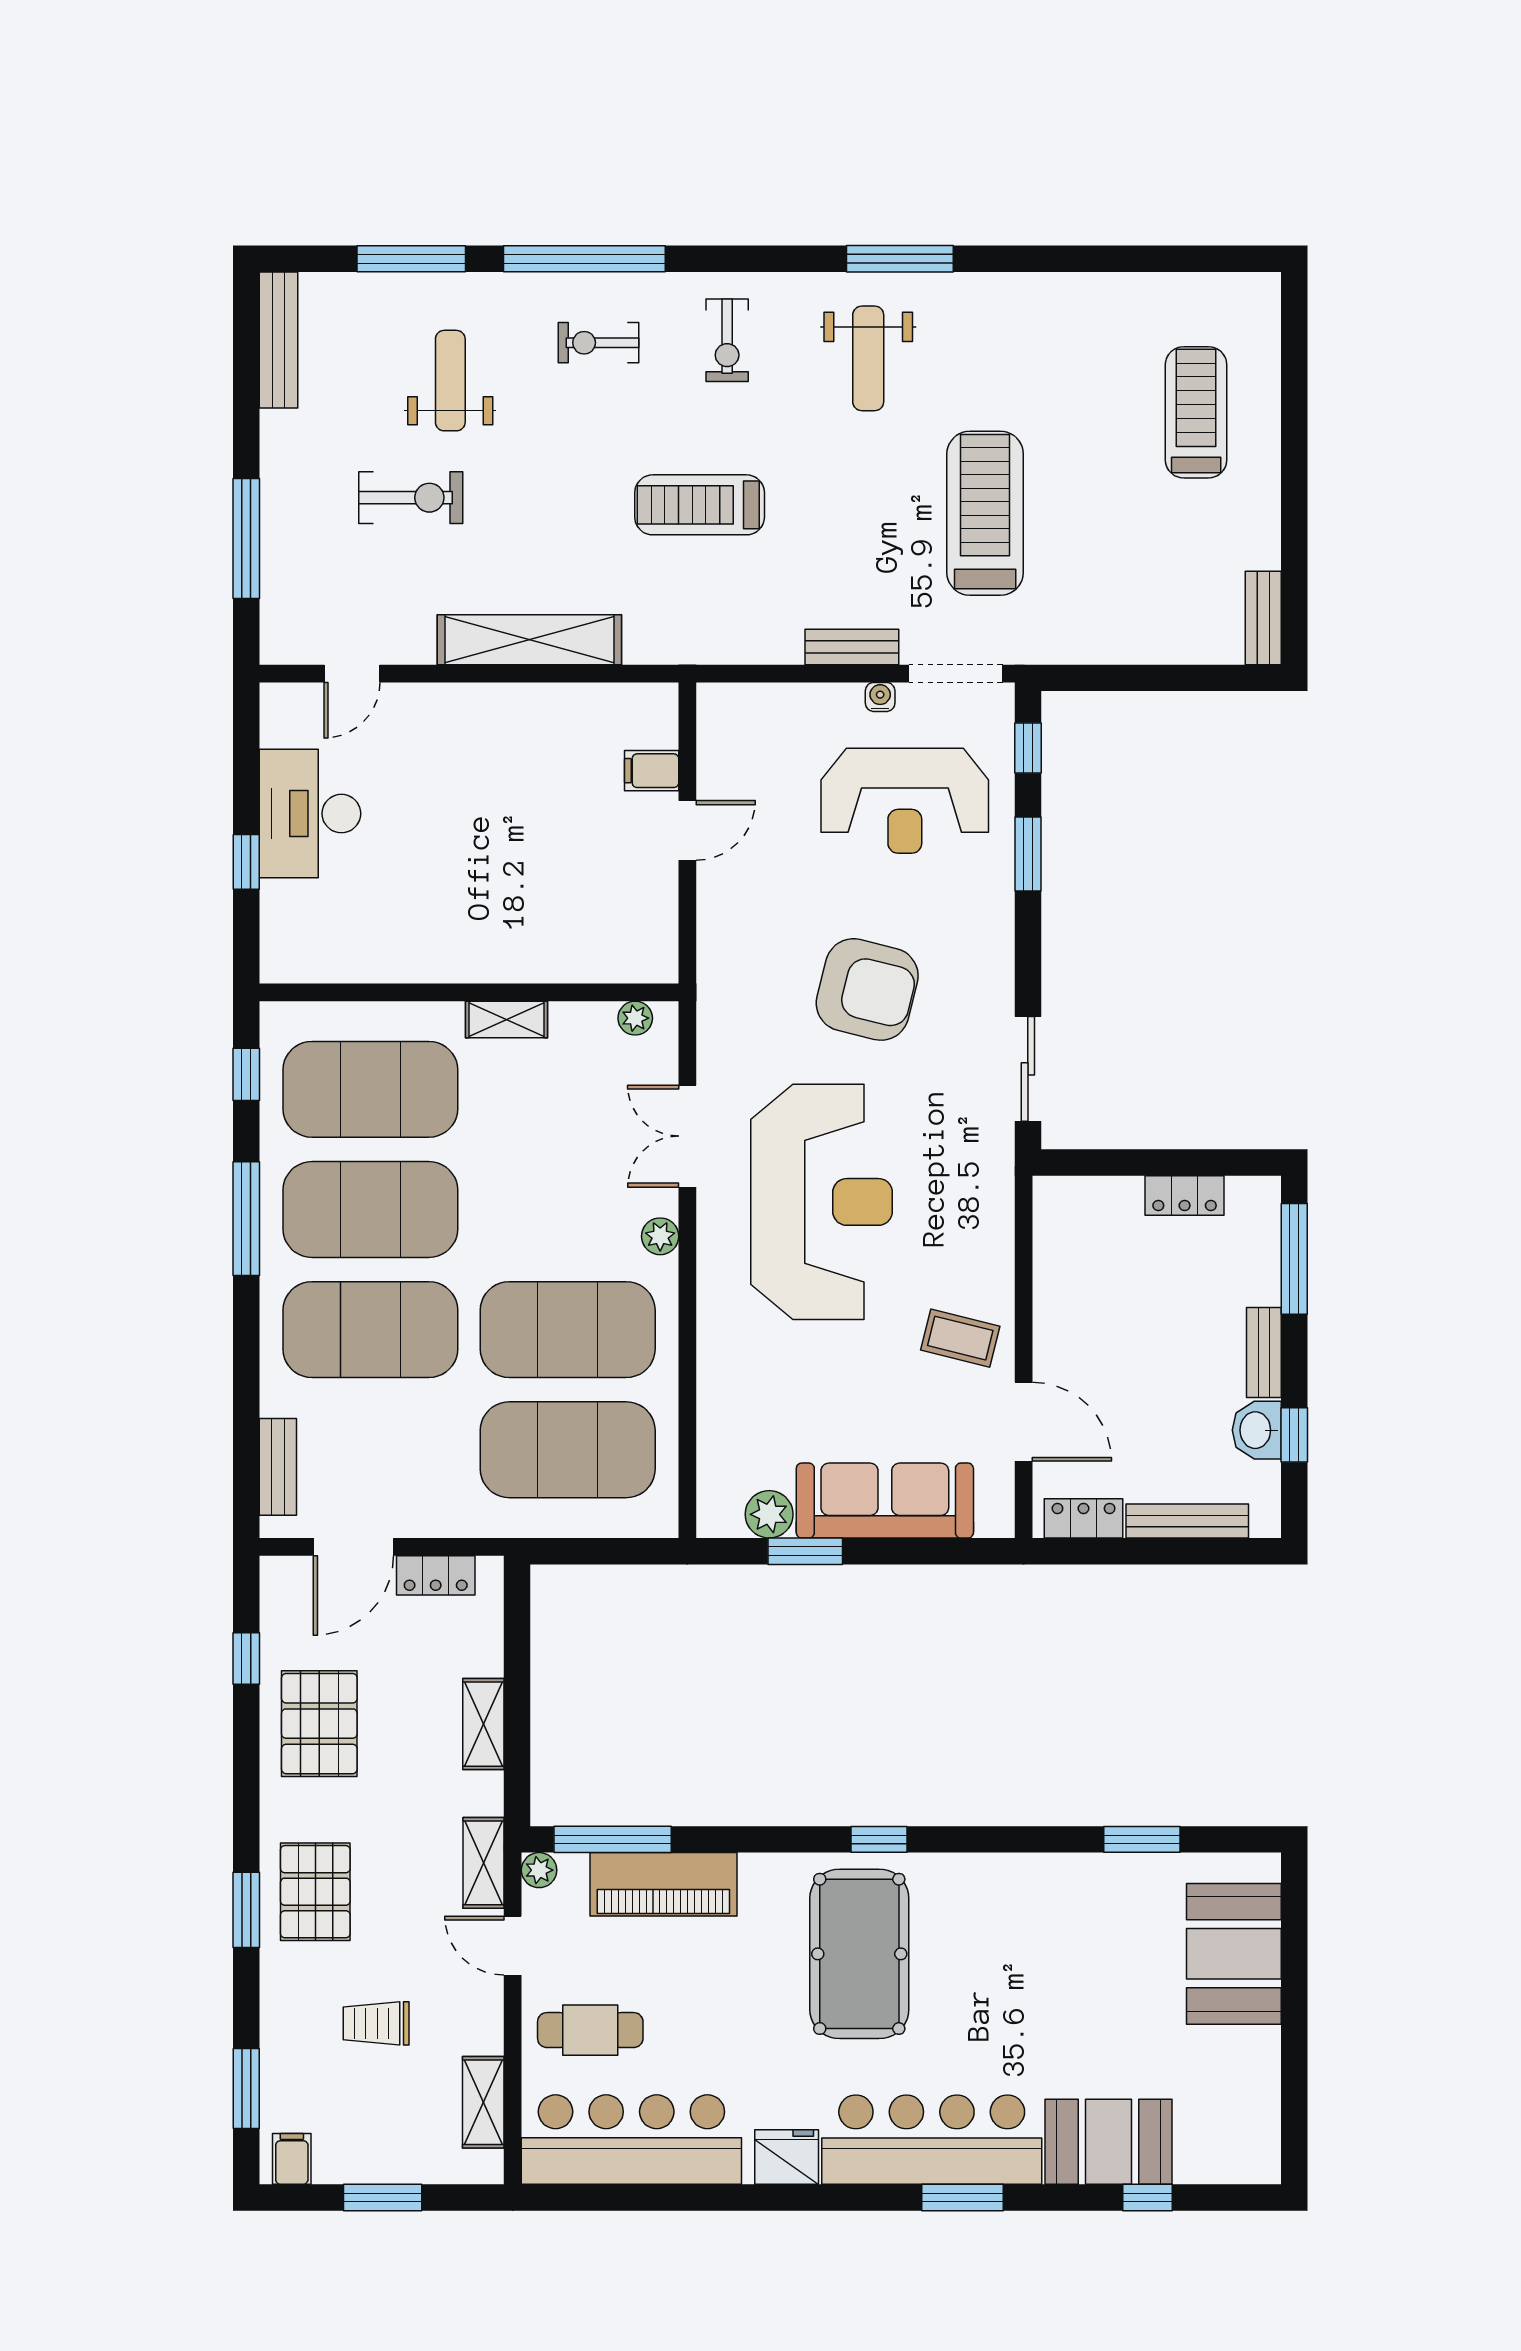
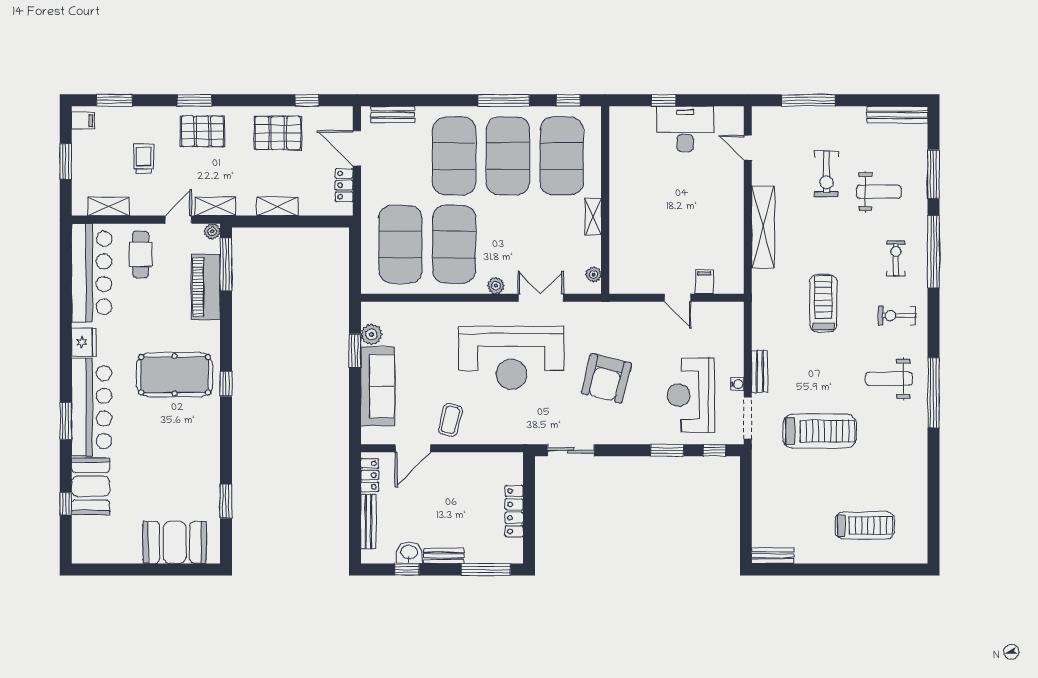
window: (900, 259) -> (934, 393), width x1.46
locker: (1185, 1196) -> (514, 511), width x1.53

